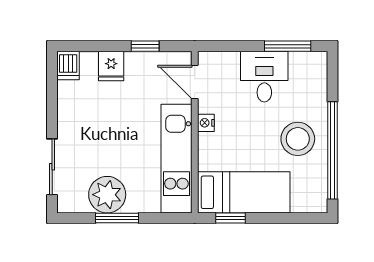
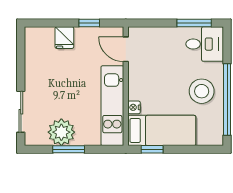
dishwasher: (68, 65) -> (33, 37), removed
desk: (264, 77) -> (205, 44), moved, turned 90
nightstand: (206, 123) -> (134, 107), moved

